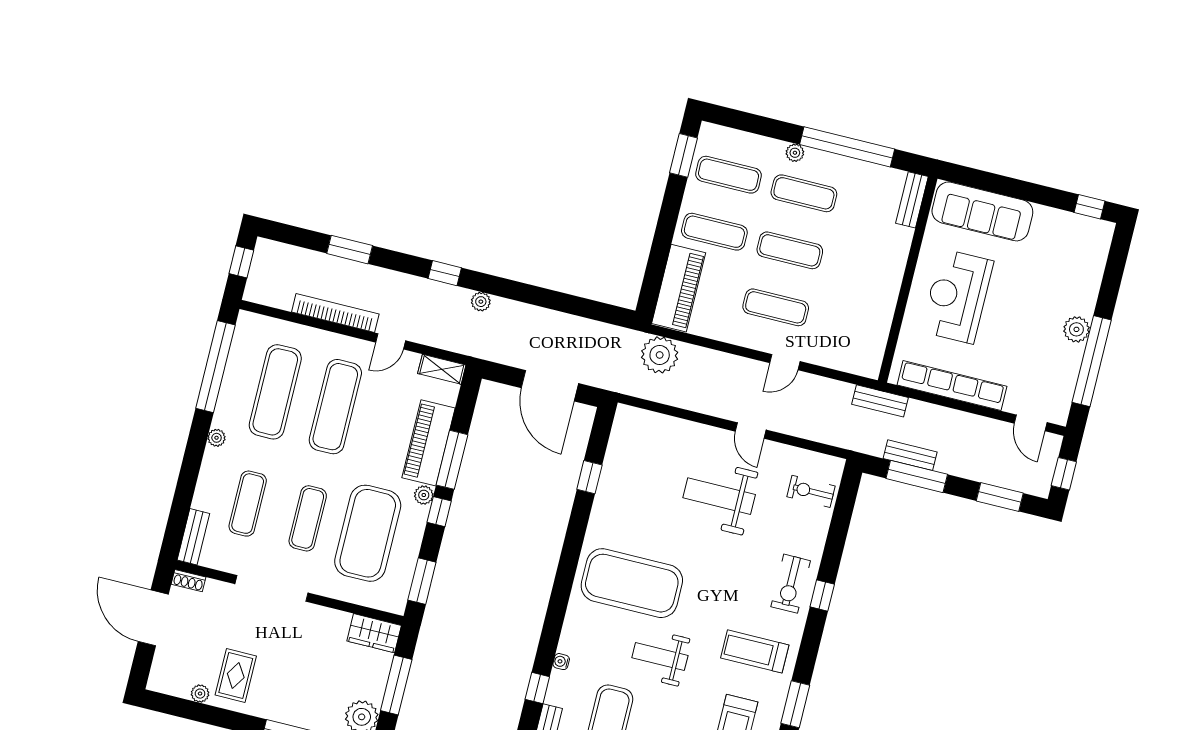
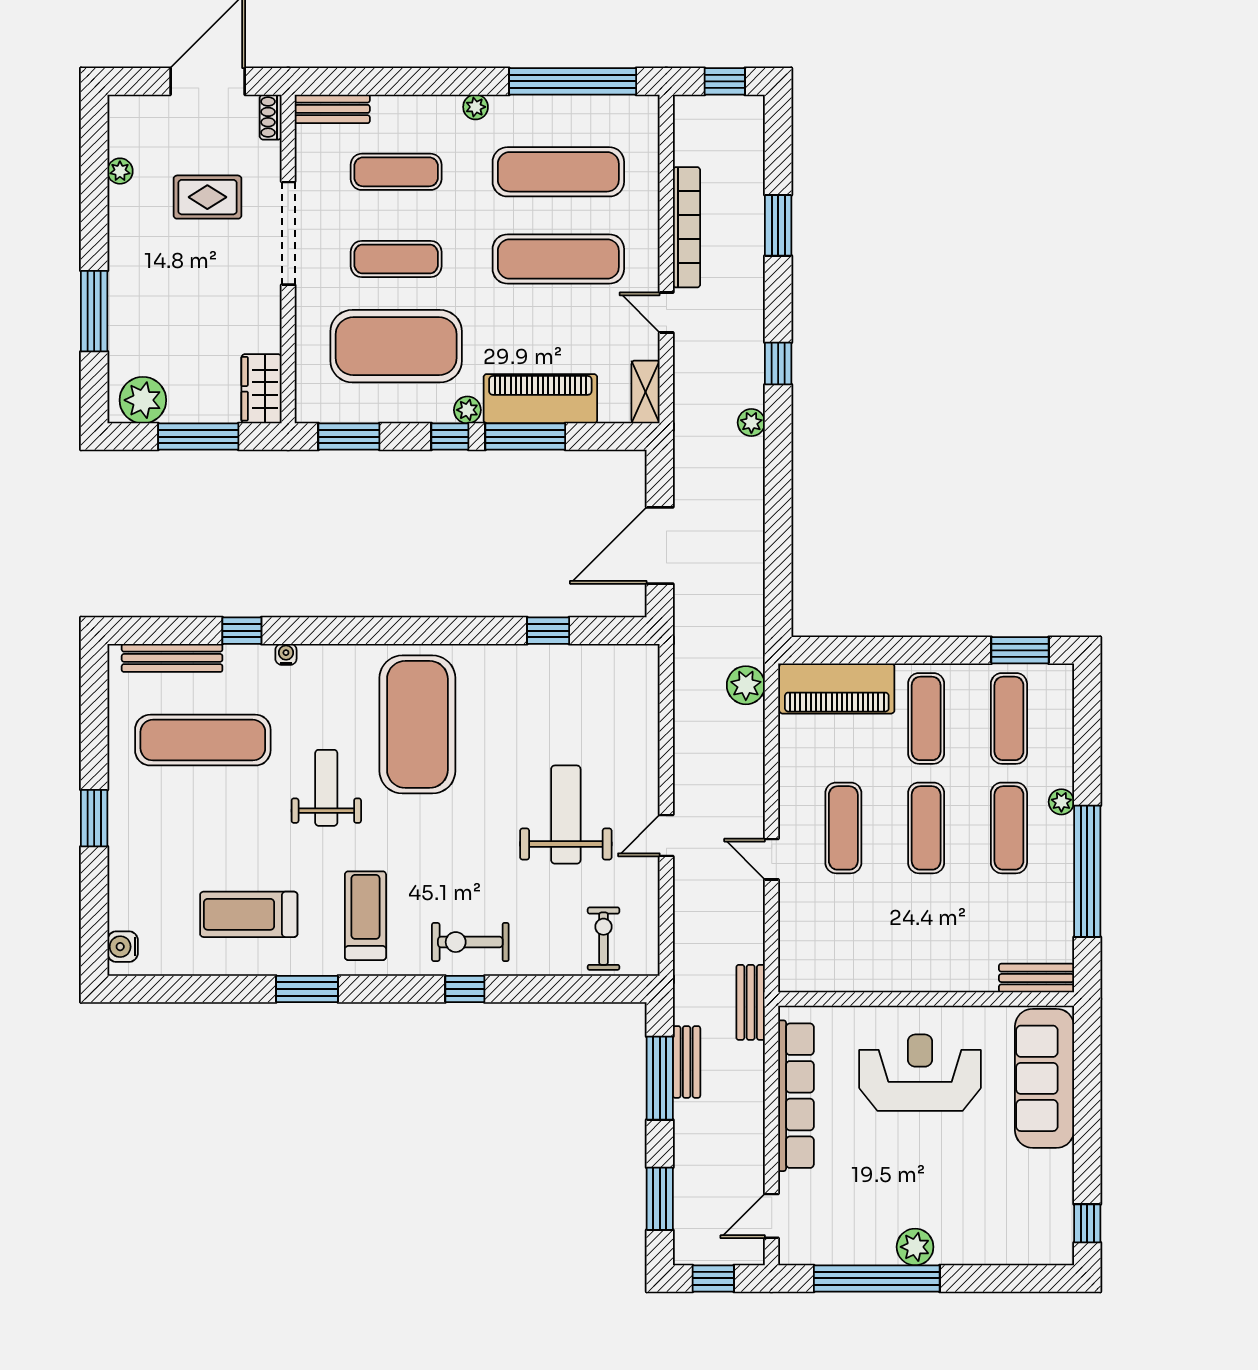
plant: (660, 355) -> (746, 685), width x0.73, depth x0.73
rug: (236, 675) -> (207, 197), moved

